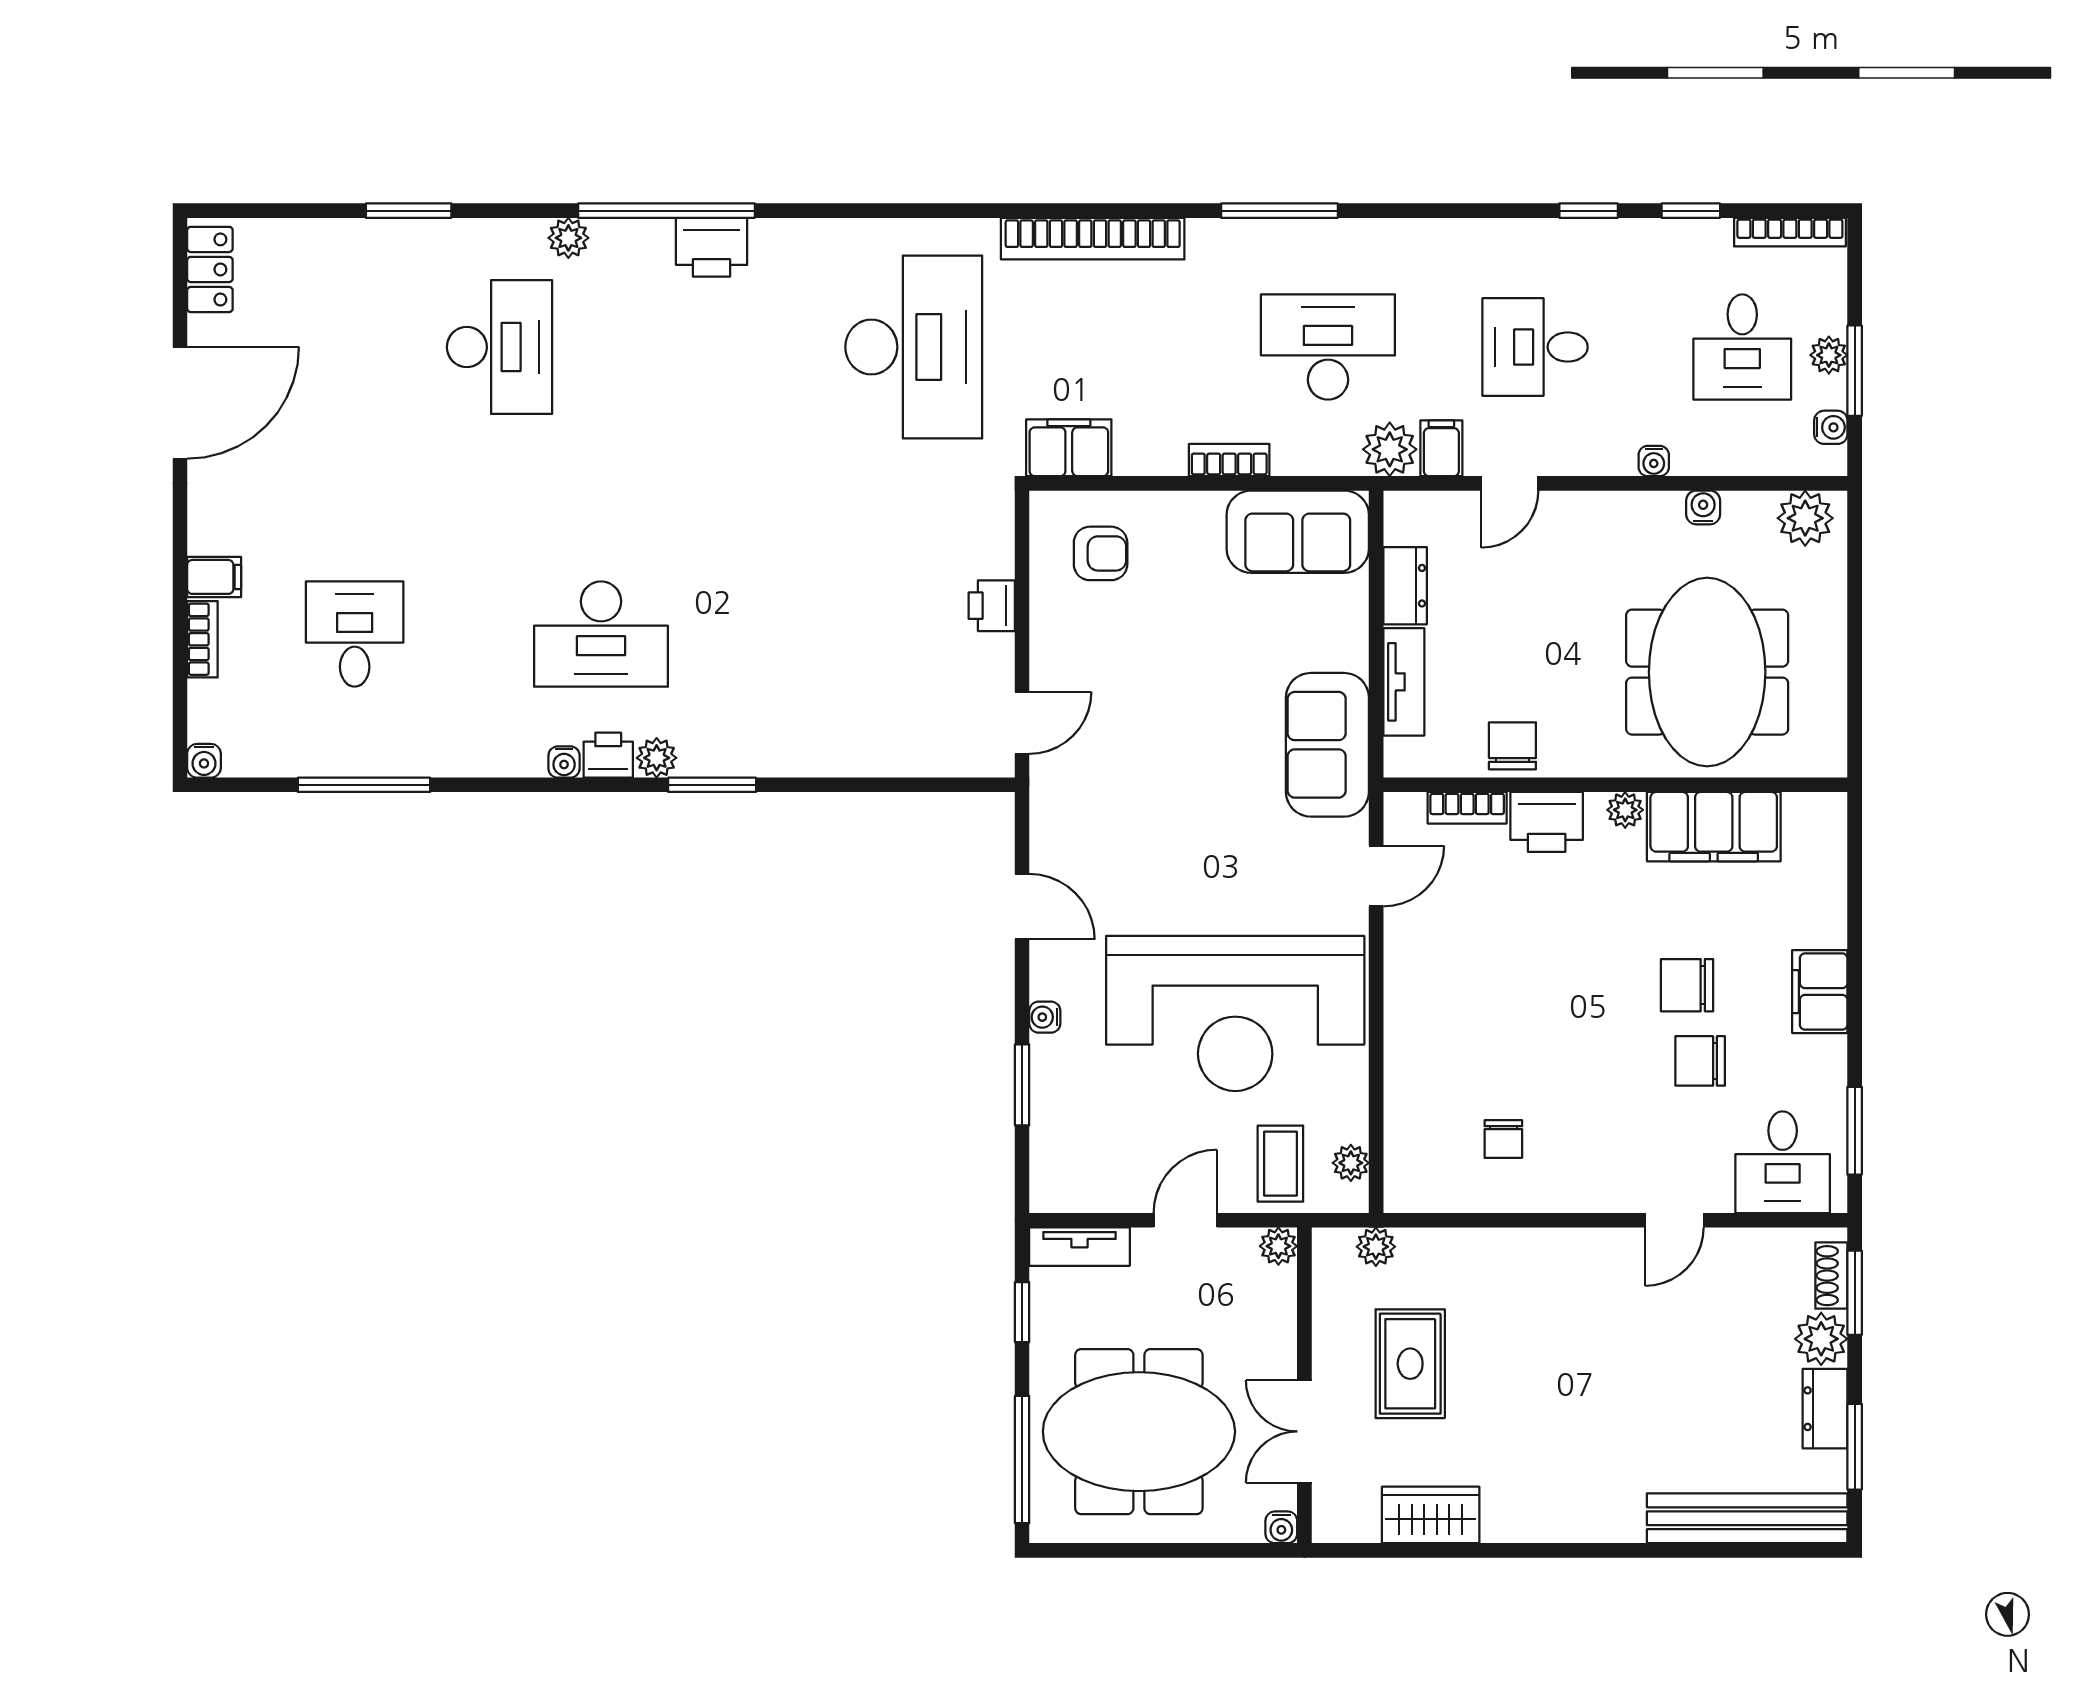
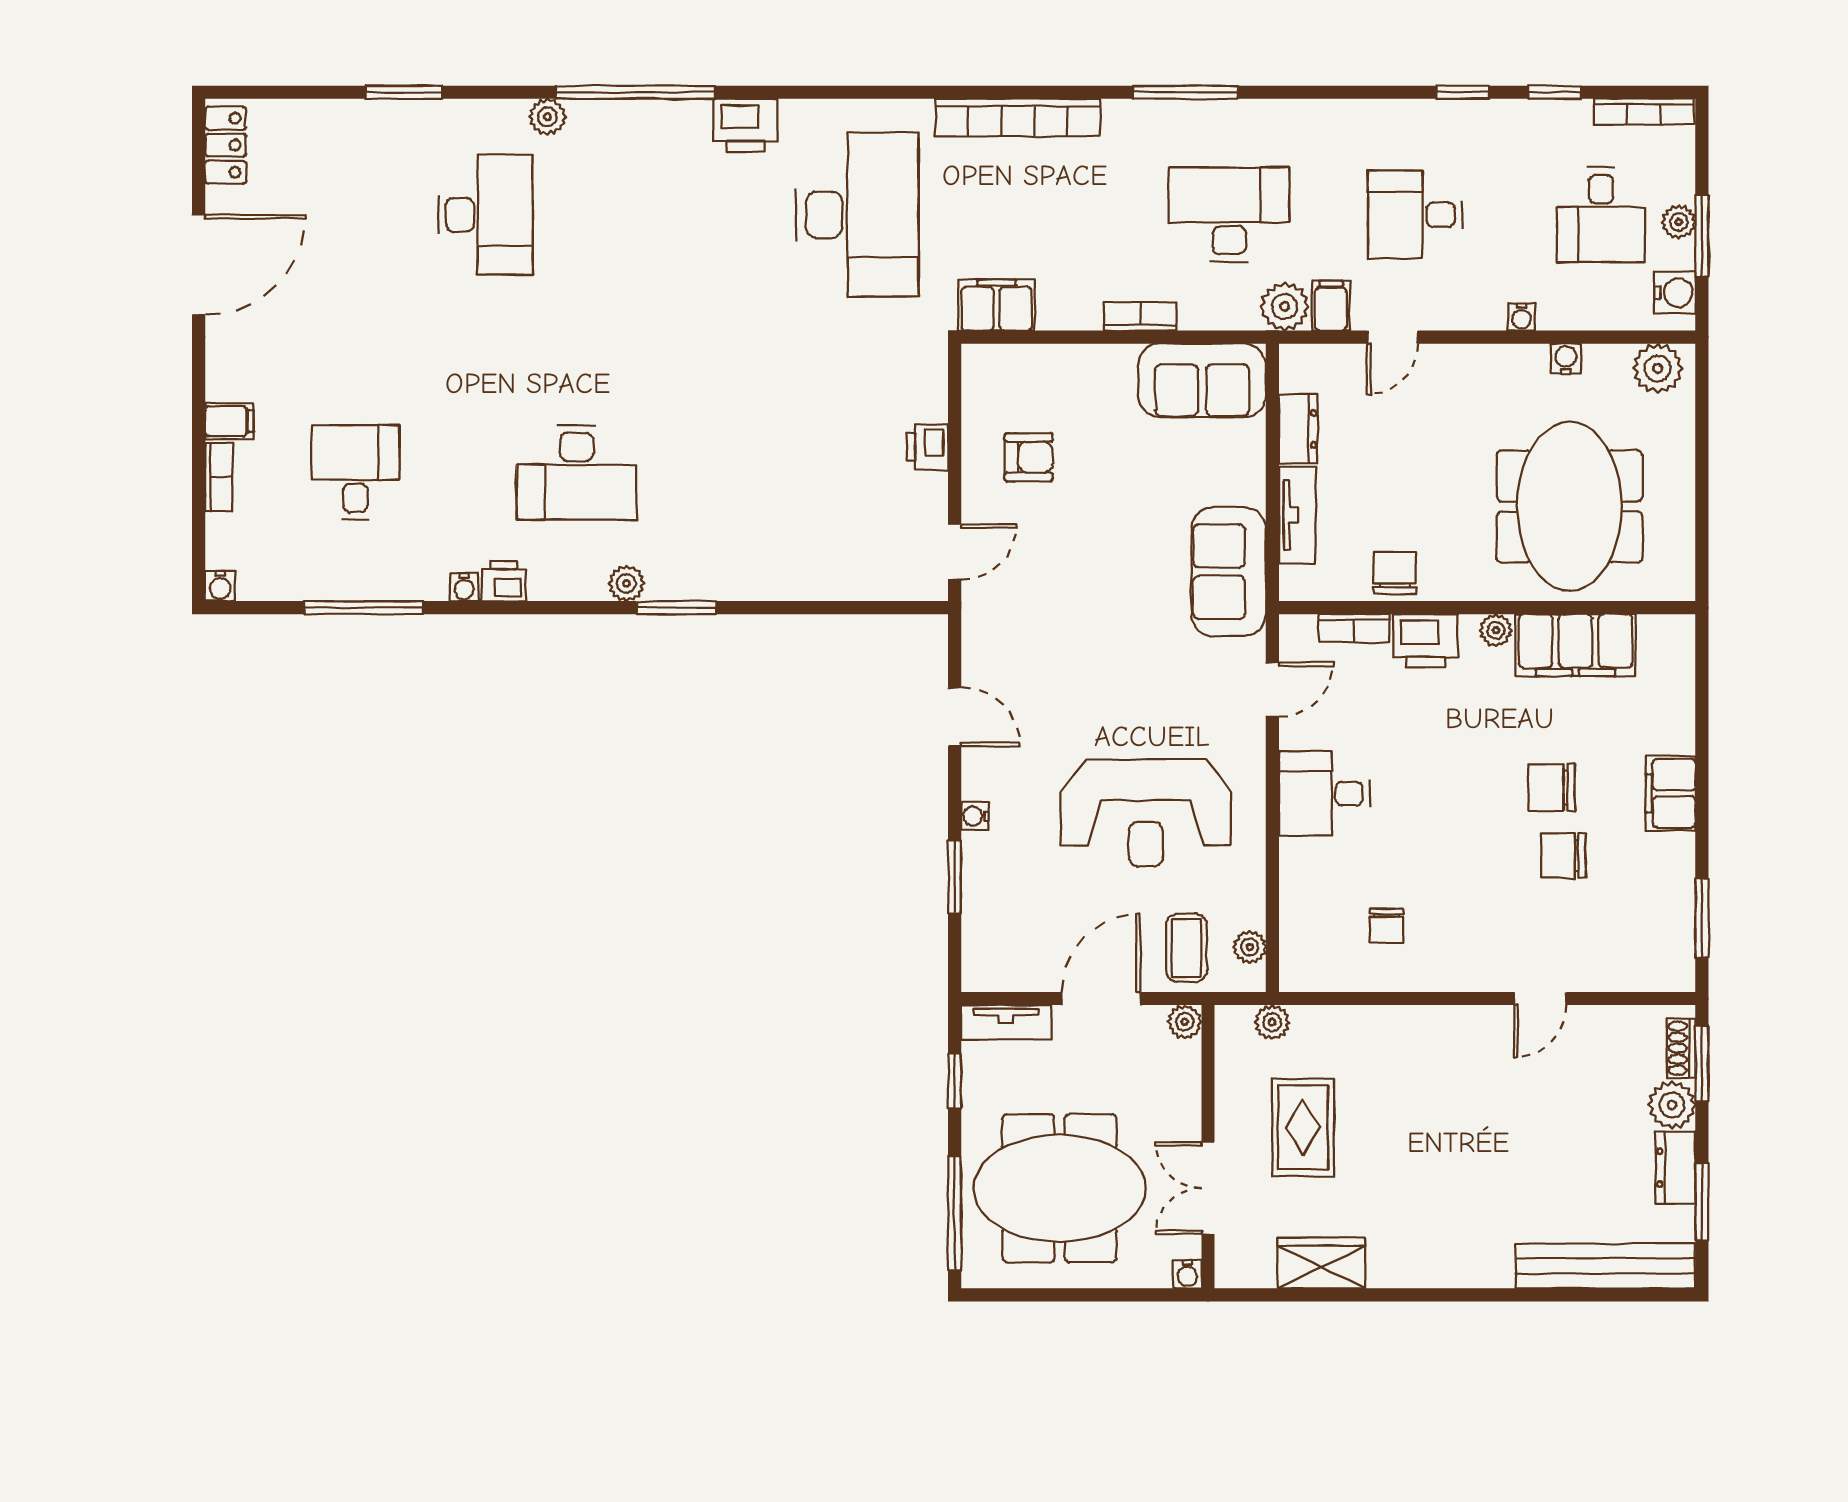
printer: (712, 247) -> (746, 125), moved
water cooler: (1831, 427) -> (1675, 292), width x1.38, depth x1.38
armchair: (1101, 553) -> (1029, 457), moved
printer: (608, 755) -> (504, 581), moved
water cooler: (564, 762) -> (464, 587), moved
reception desk: (1235, 1013) -> (1146, 813), width x0.74, depth x0.77
desk: (1783, 1162) -> (1325, 794), moved, turned 90
door: (1185, 1220) -> (1101, 999), width x1.38

